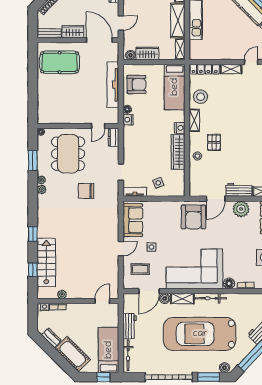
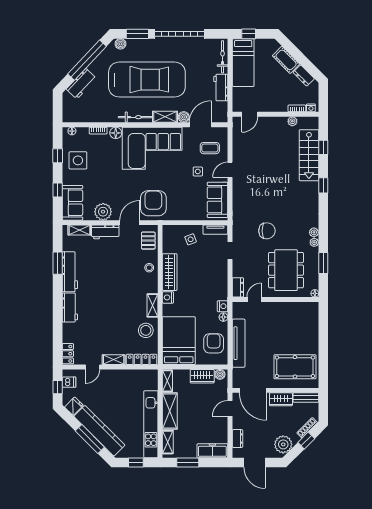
armchair: (136, 84) -> (214, 343), turned 90
bed: (175, 87) -> (179, 341), width x1.50
pallet: (214, 142) -> (148, 241), moved
cot: (73, 354) -> (286, 60), width x0.73, depth x0.75

